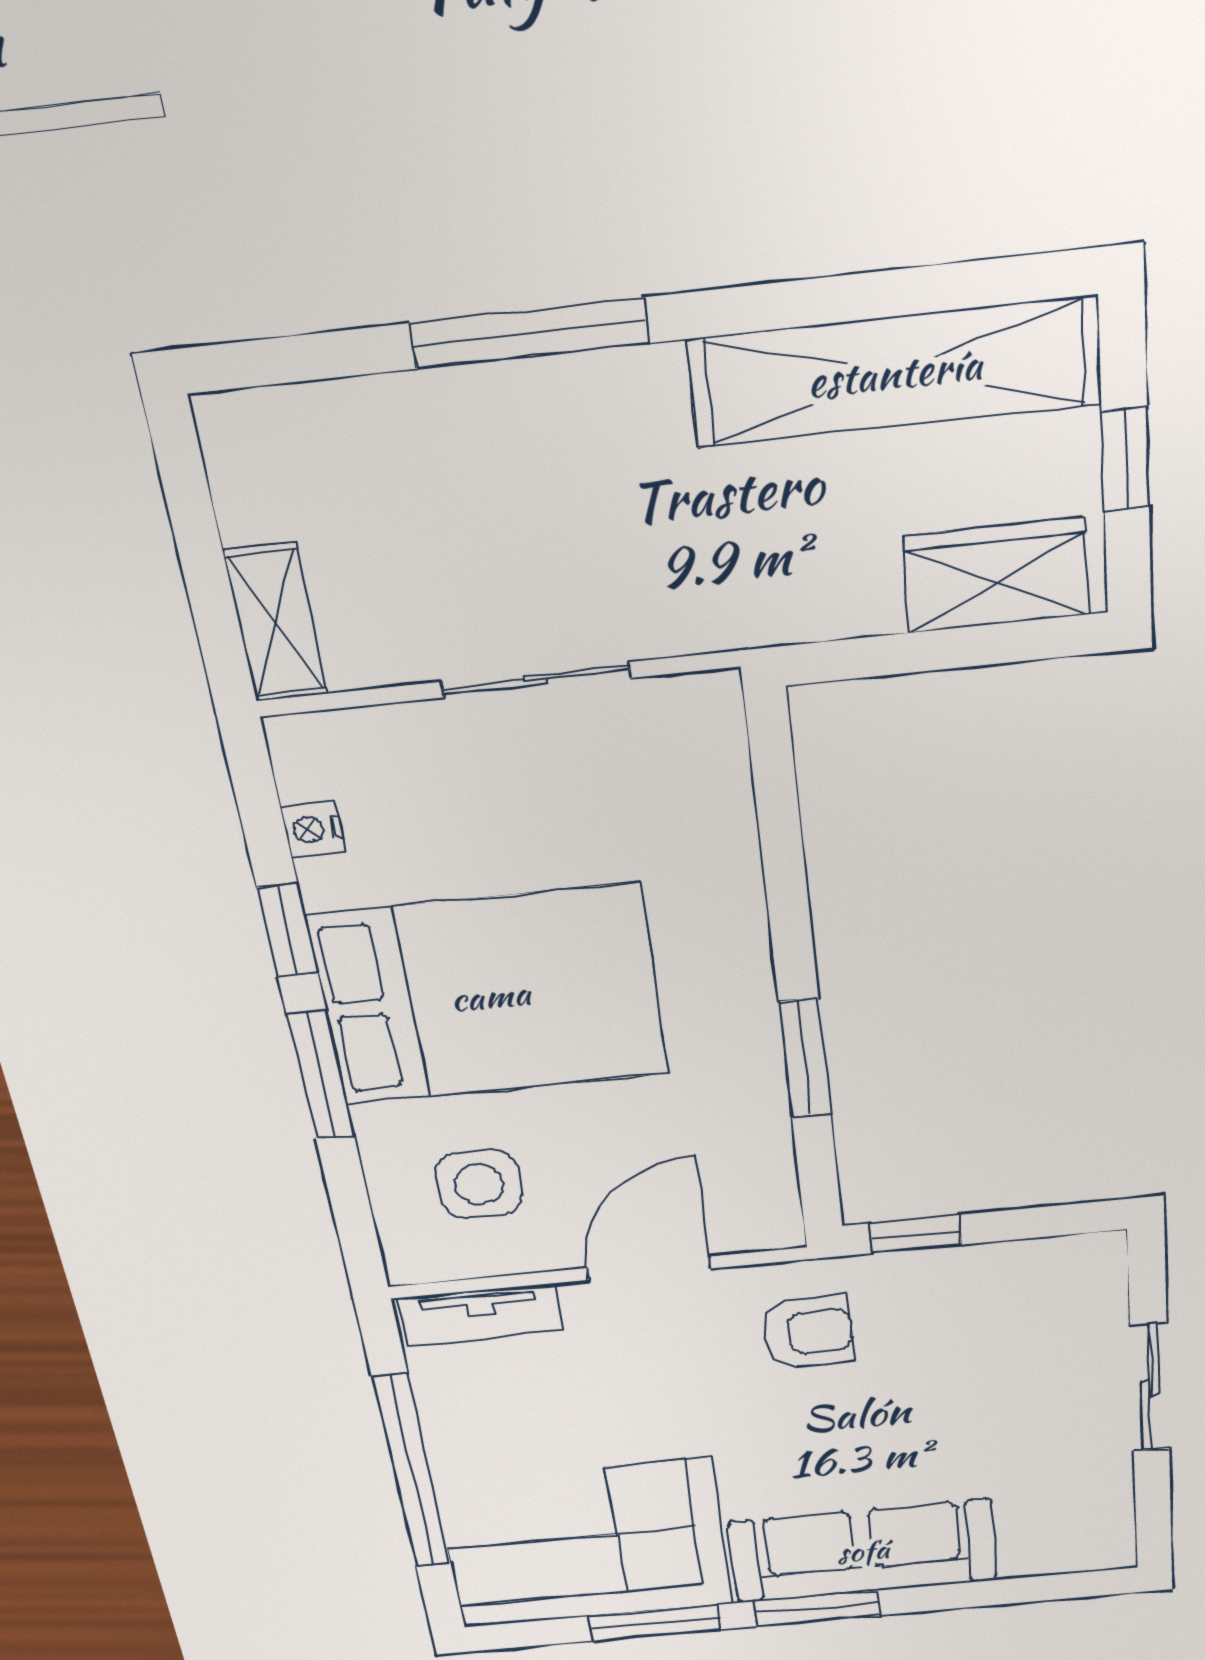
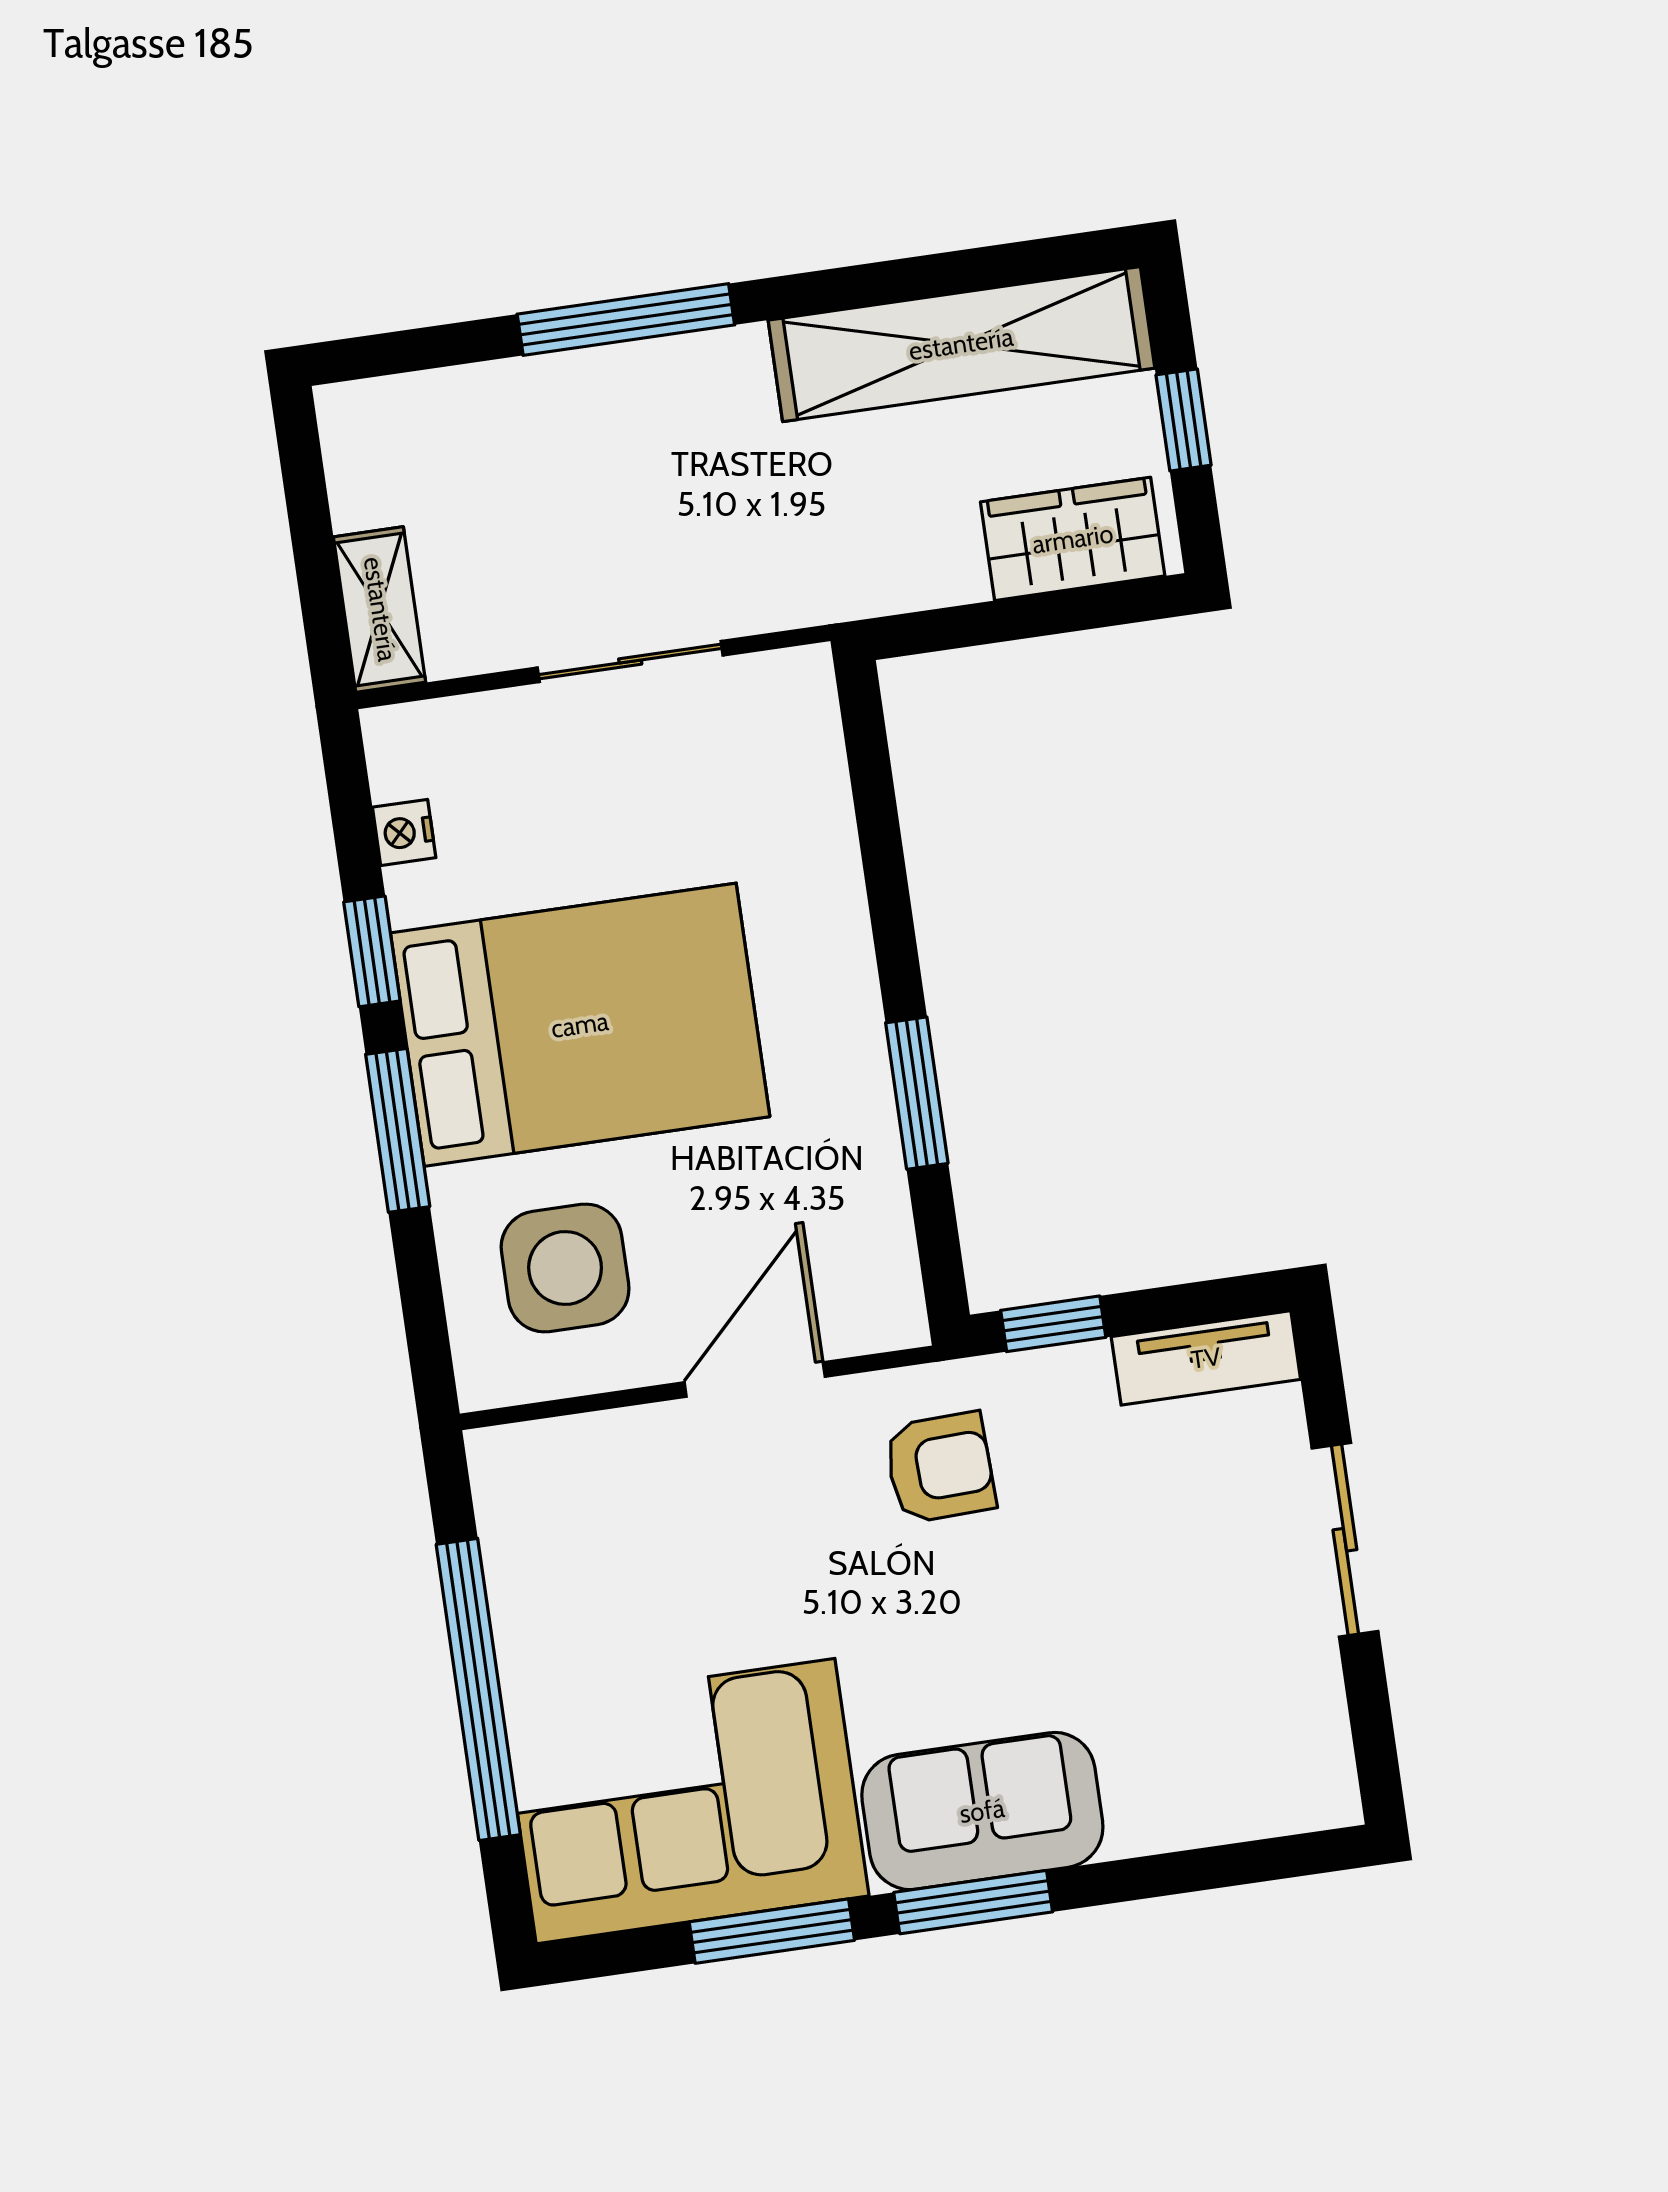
side table: (479, 1184) -> (565, 1268), width x1.37, depth x1.37
tv unit: (481, 1315) -> (1206, 1358), moved
sofa: (863, 1551) -> (982, 1811), width x0.73

